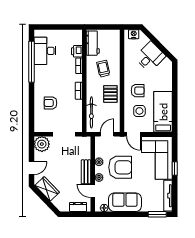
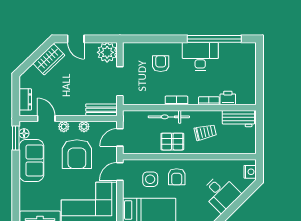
desk: (45, 51) -> (200, 56), moved
bicycle: (91, 112) -> (169, 117), moved
door: (107, 134) -> (120, 137), swing flipped
bench: (86, 172) -> (101, 110), moved
door: (93, 191) -> (46, 118), hinge flipped
window: (157, 214) -> (16, 138), moved

